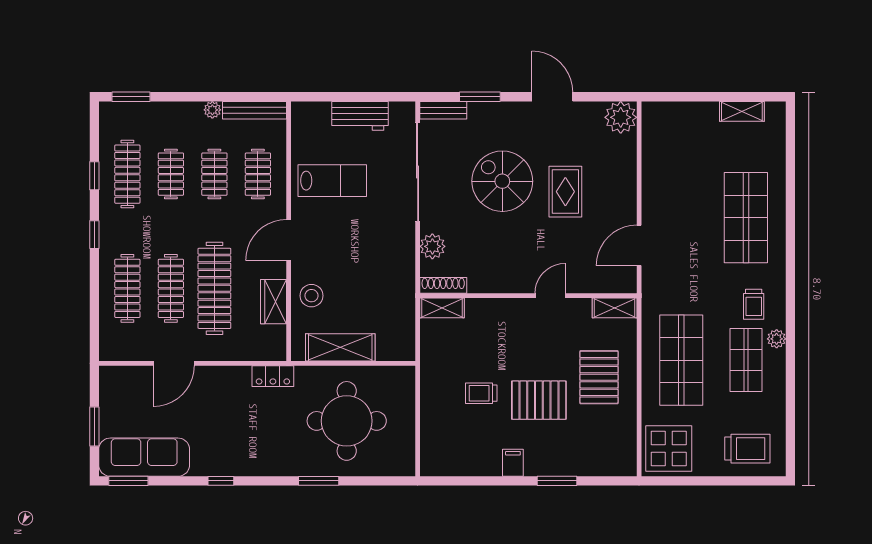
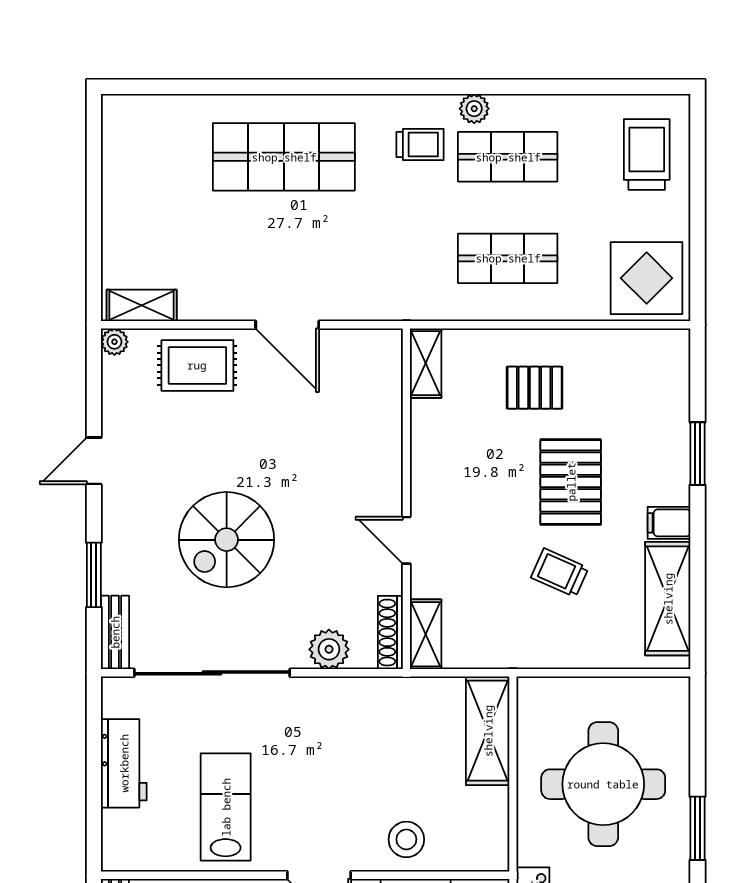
door: (552, 97) -> (94, 461), width x0.73
shelving: (742, 111) -> (142, 305), moved, turned 90
plant: (621, 117) -> (114, 342), width x0.53, depth x0.53
rug: (565, 192) -> (197, 365), moved
door: (639, 245) -> (287, 325), moved
door: (550, 296) -> (406, 540), moved
shelving: (340, 347) -> (488, 731), moved
shop shelf: (681, 360) -> (508, 258), width x0.70, depth x0.74
pallet: (599, 377) -> (535, 388), width x0.67, depth x0.71
trolley: (481, 393) -> (560, 573), turned 114
shelving: (465, 462) -> (668, 599), added

